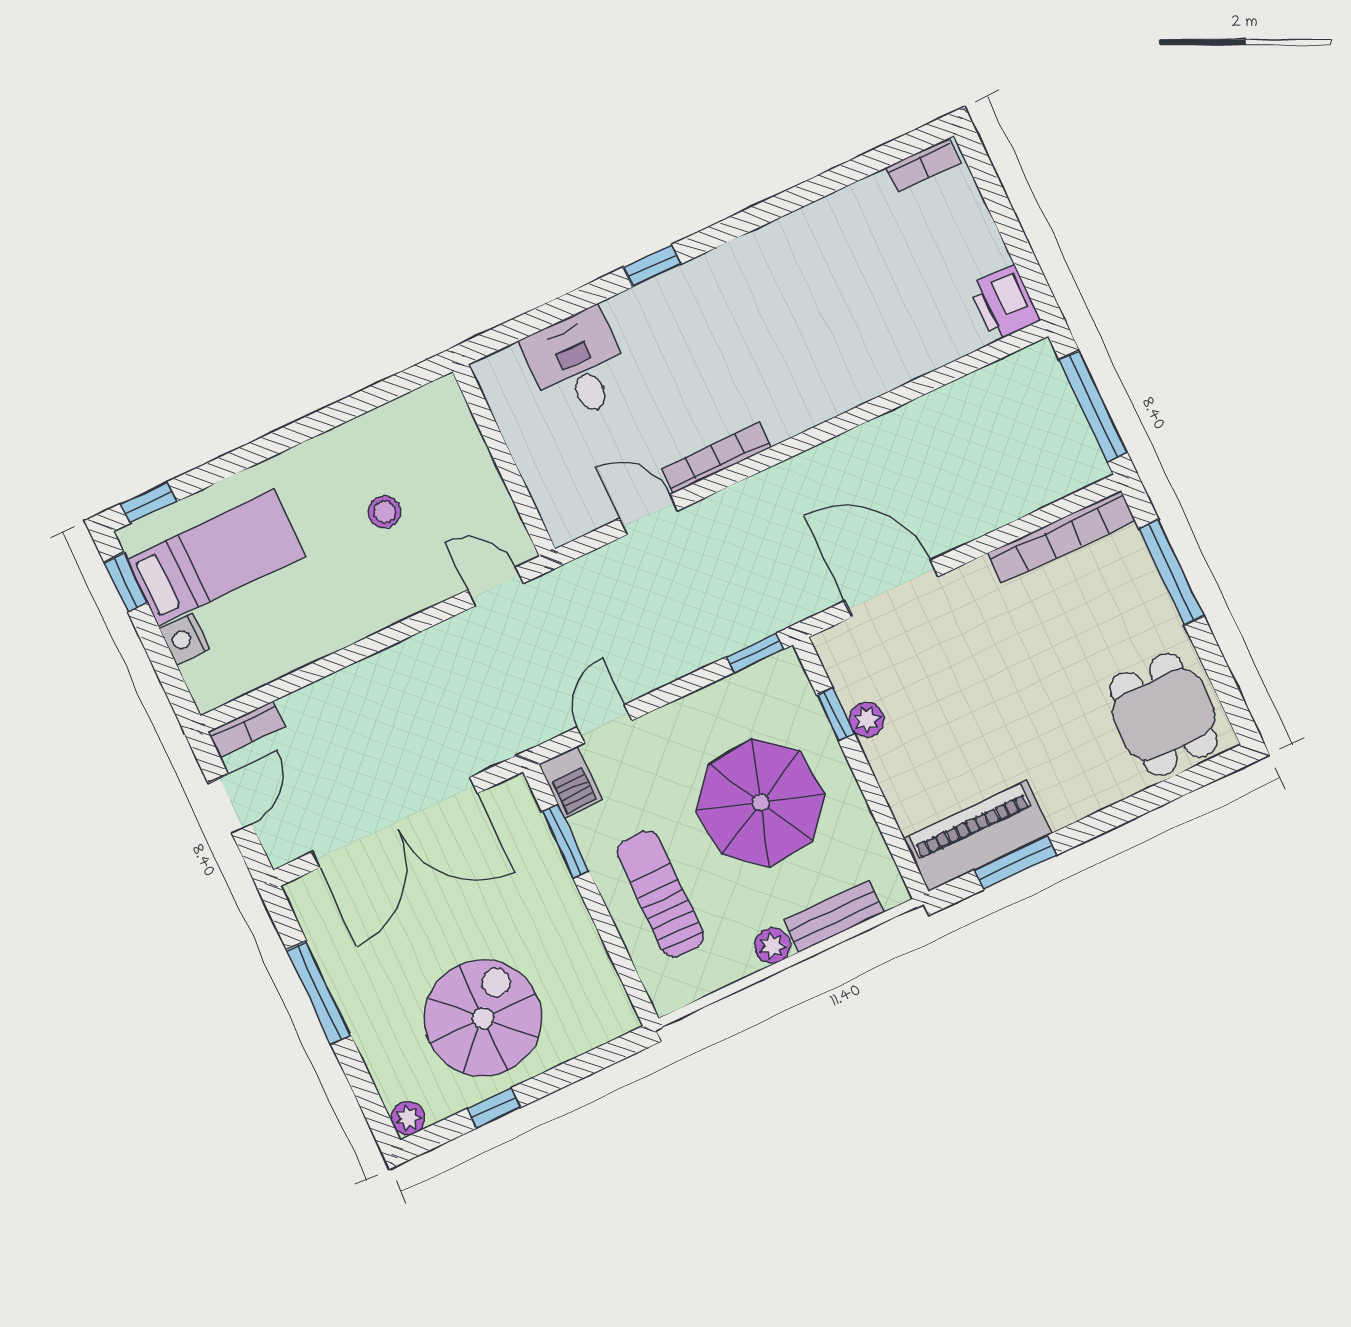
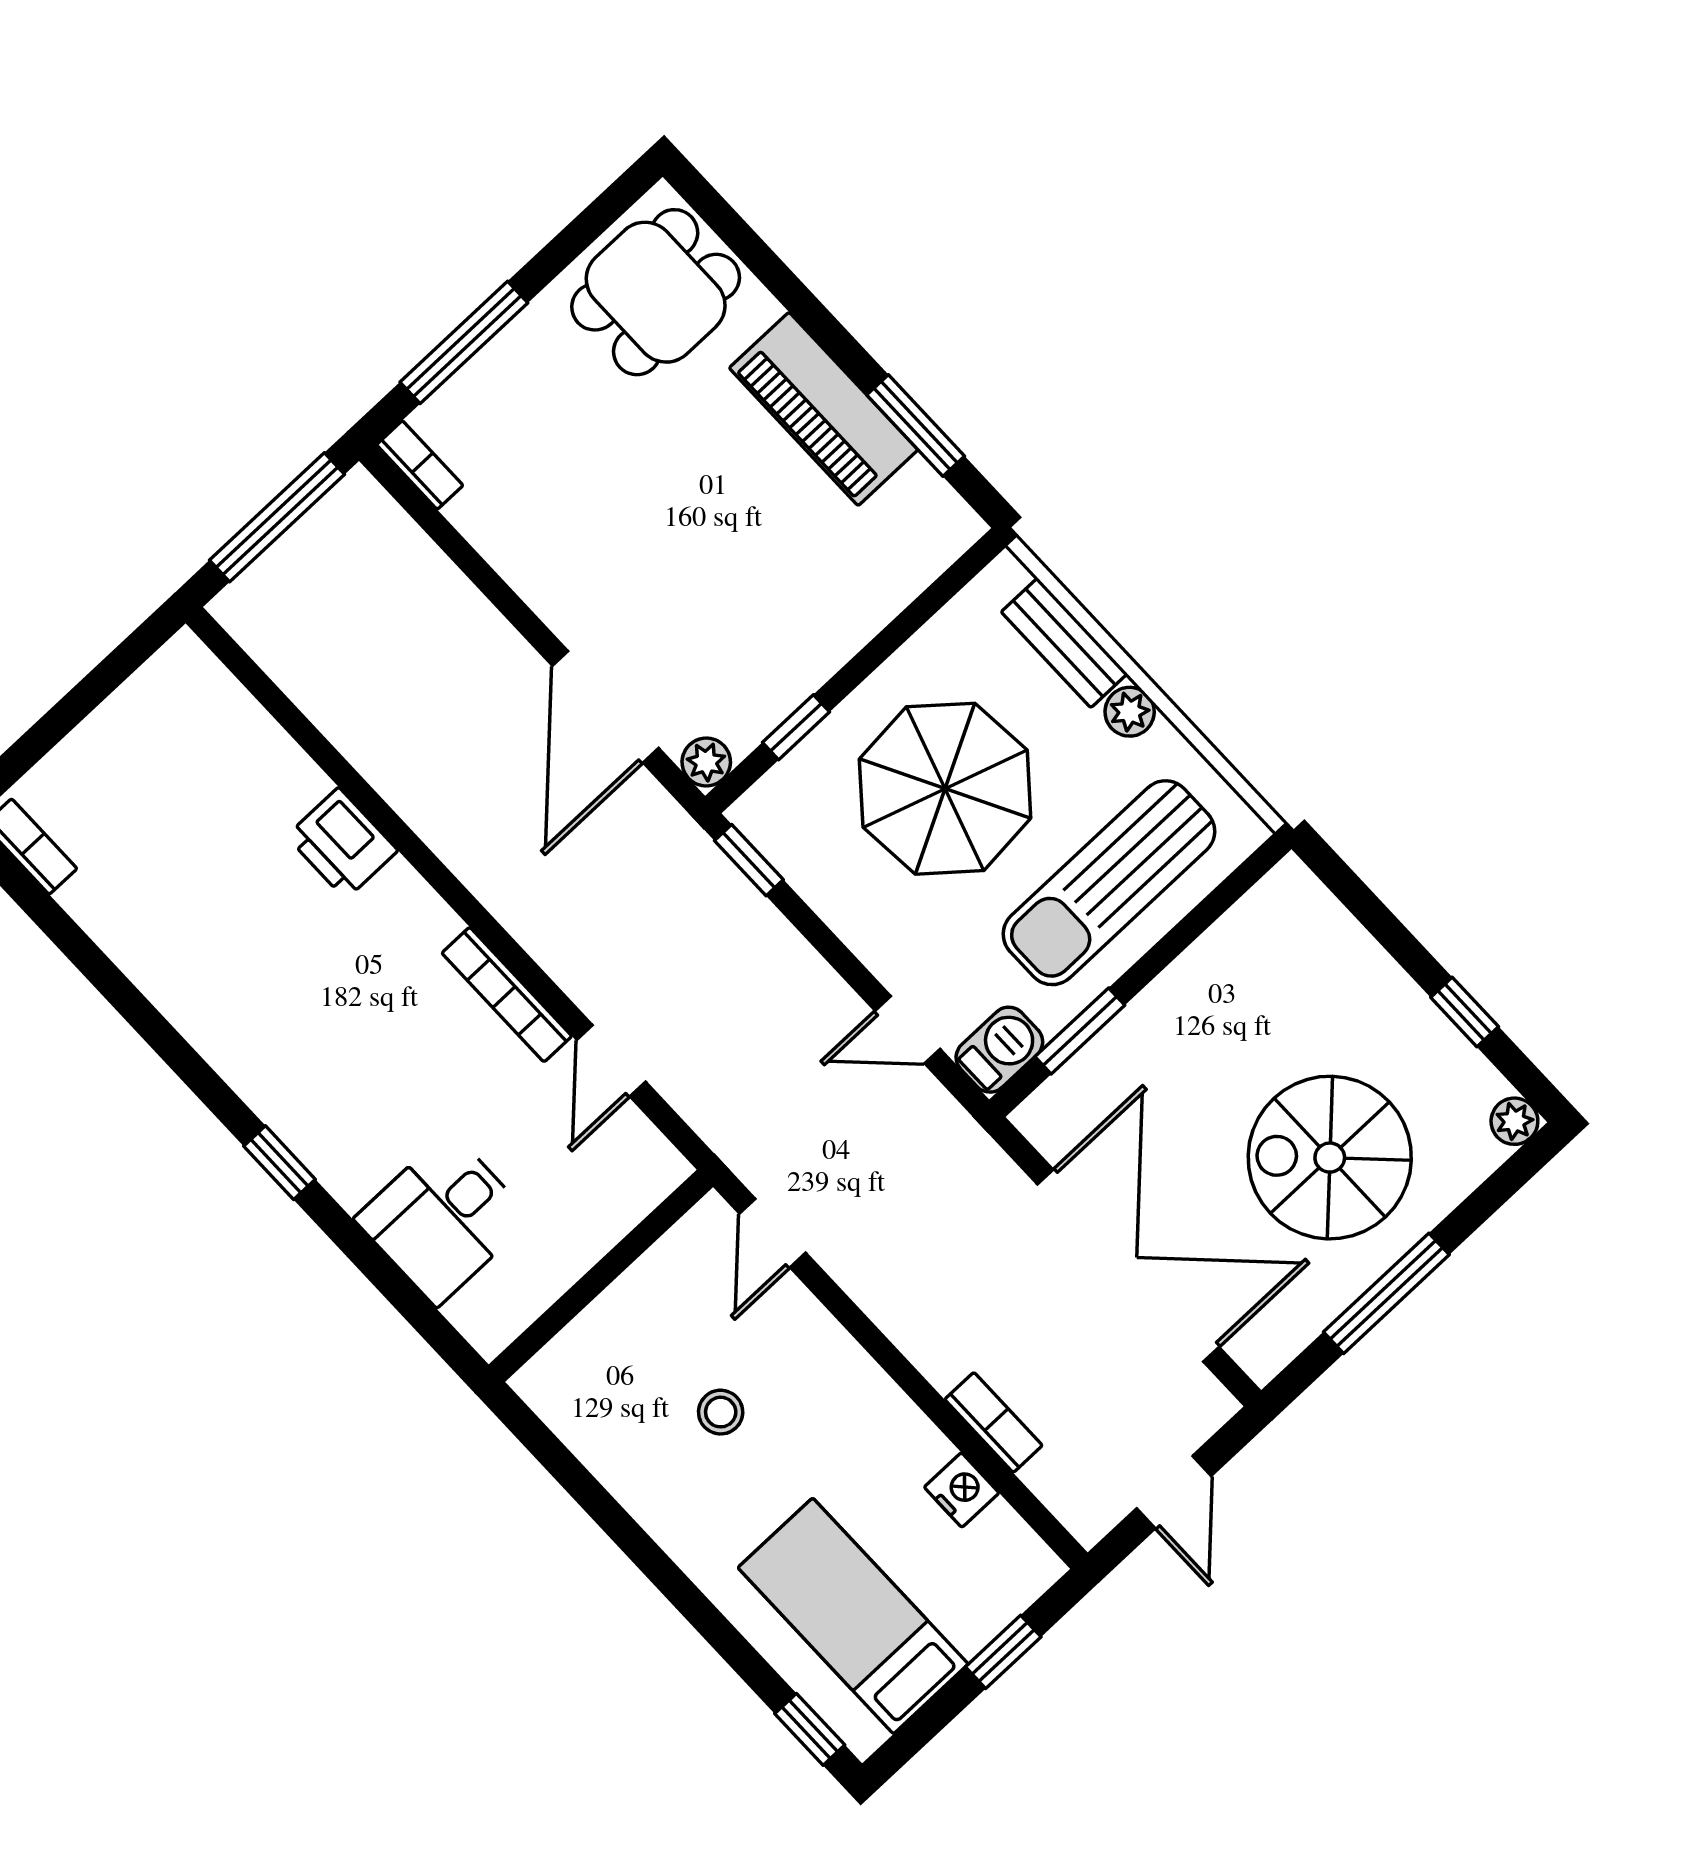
printer: (1004, 303) -> (342, 843), moved, turned 90
bookcase: (1061, 537) -> (420, 465), width x0.43, depth x0.76
window: (126, 583) -> (1003, 1652), moved
nightstand: (184, 639) -> (962, 1490), moved, turned -90
plant: (867, 720) -> (706, 762), moved
bookcase: (246, 729) -> (993, 1422), moved
door: (230, 804) -> (1174, 1492), swing flipped
piano: (977, 836) -> (824, 409), moved
sun lounger: (660, 894) -> (1109, 883), width x1.36, depth x1.34
spiral stairs: (483, 1018) -> (1330, 1158), moved

